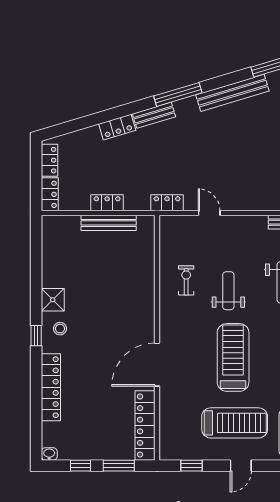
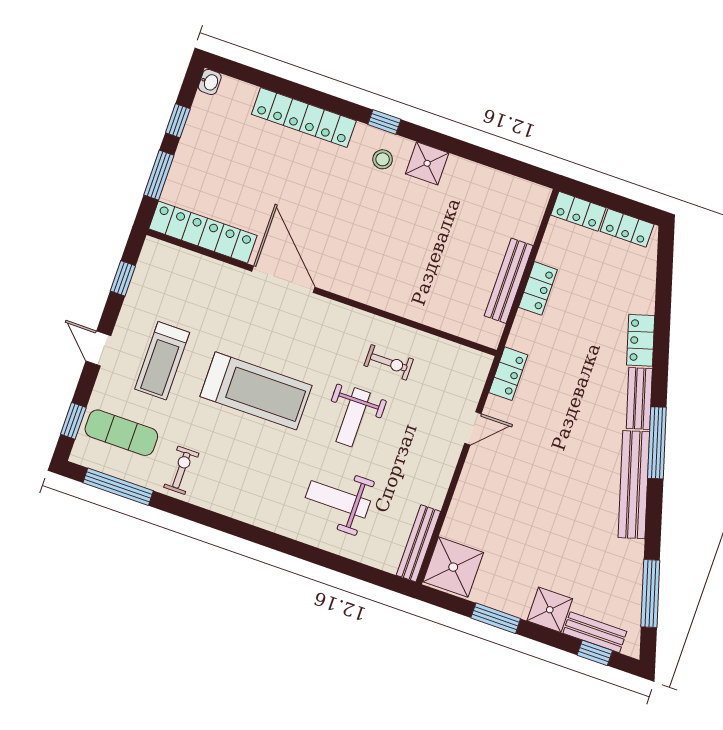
bench: (232, 93) -> (634, 485), moved
weight bench: (228, 291) -> (353, 417), turned 90
treadmill: (235, 423) -> (162, 361), width x0.73, depth x0.73

